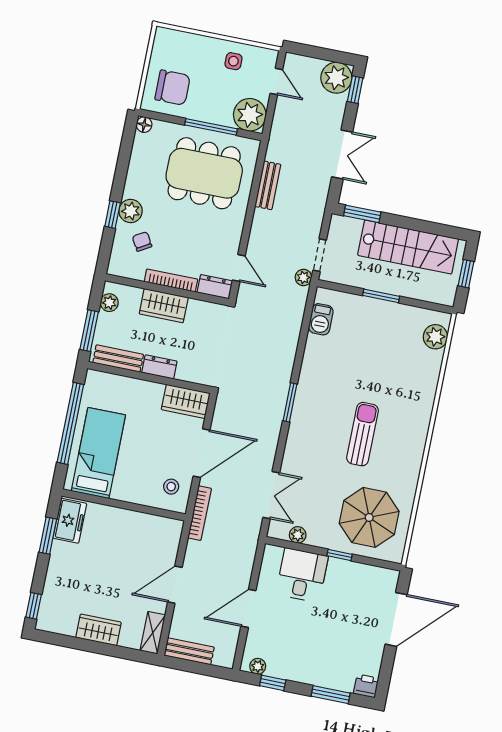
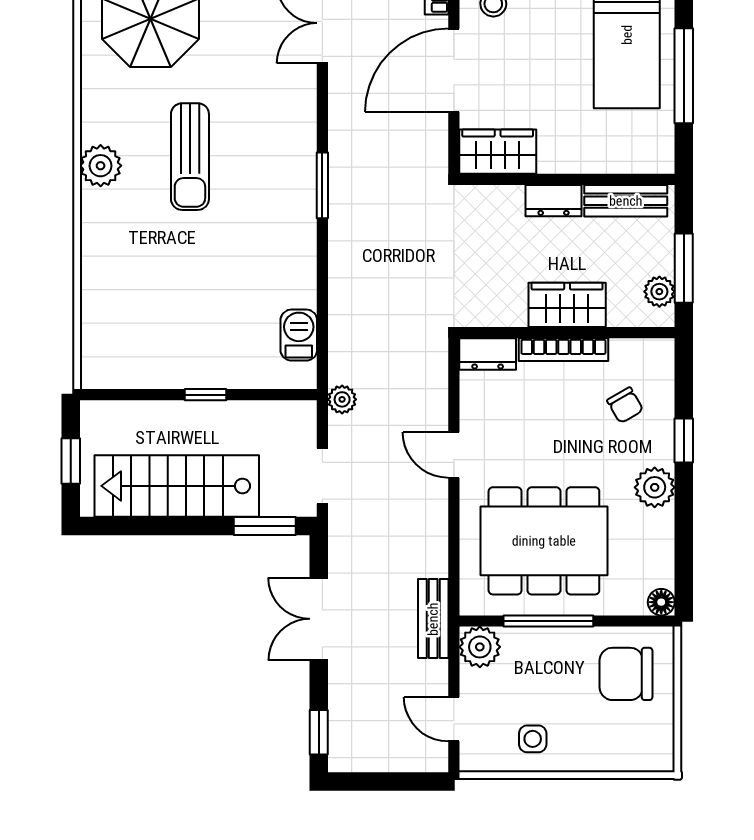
plant: (336, 78) -> (354, 746), removed
plant: (250, 115) -> (480, 647), width x0.73, depth x0.73
bench: (268, 185) -> (433, 619), moved
plant: (131, 211) -> (655, 487), moved
doorway: (320, 255) -> (322, 476), moved
door: (239, 268) -> (454, 455), moved
window: (381, 296) -> (205, 395), width x0.67
window: (89, 331) -> (684, 268), moved
plant: (435, 337) -> (101, 166), moved
window: (70, 423) -> (684, 76), width x0.68

